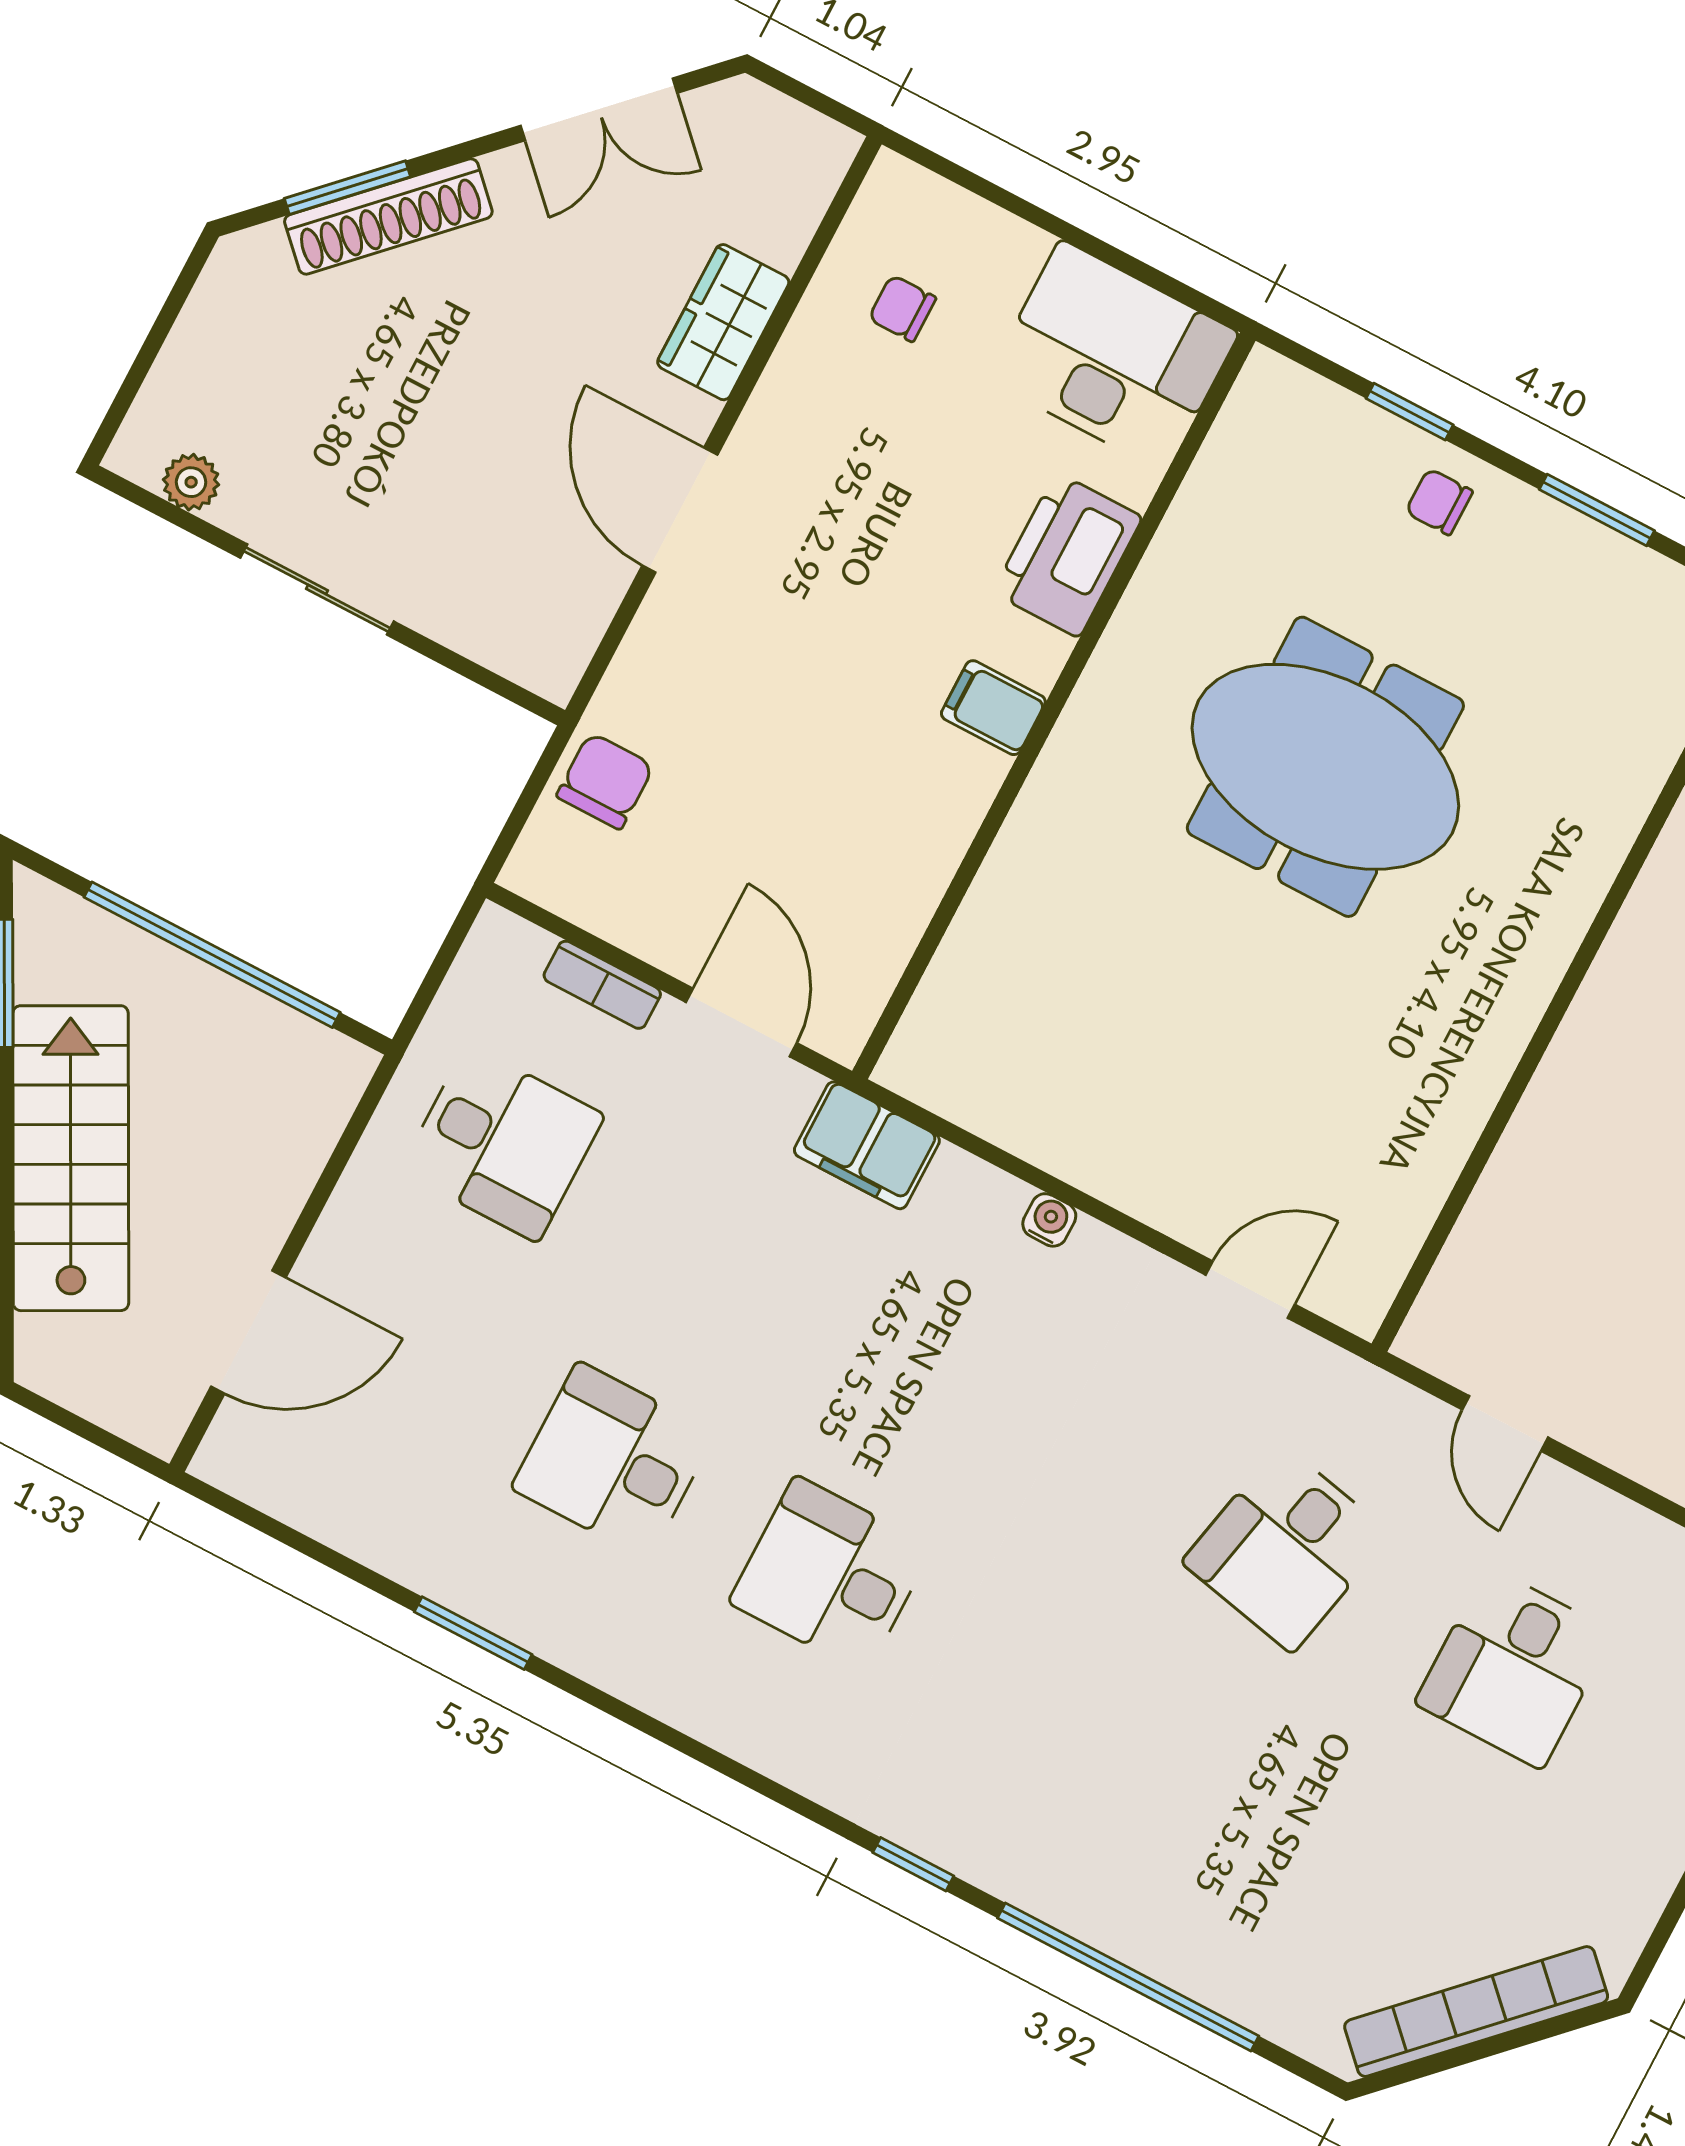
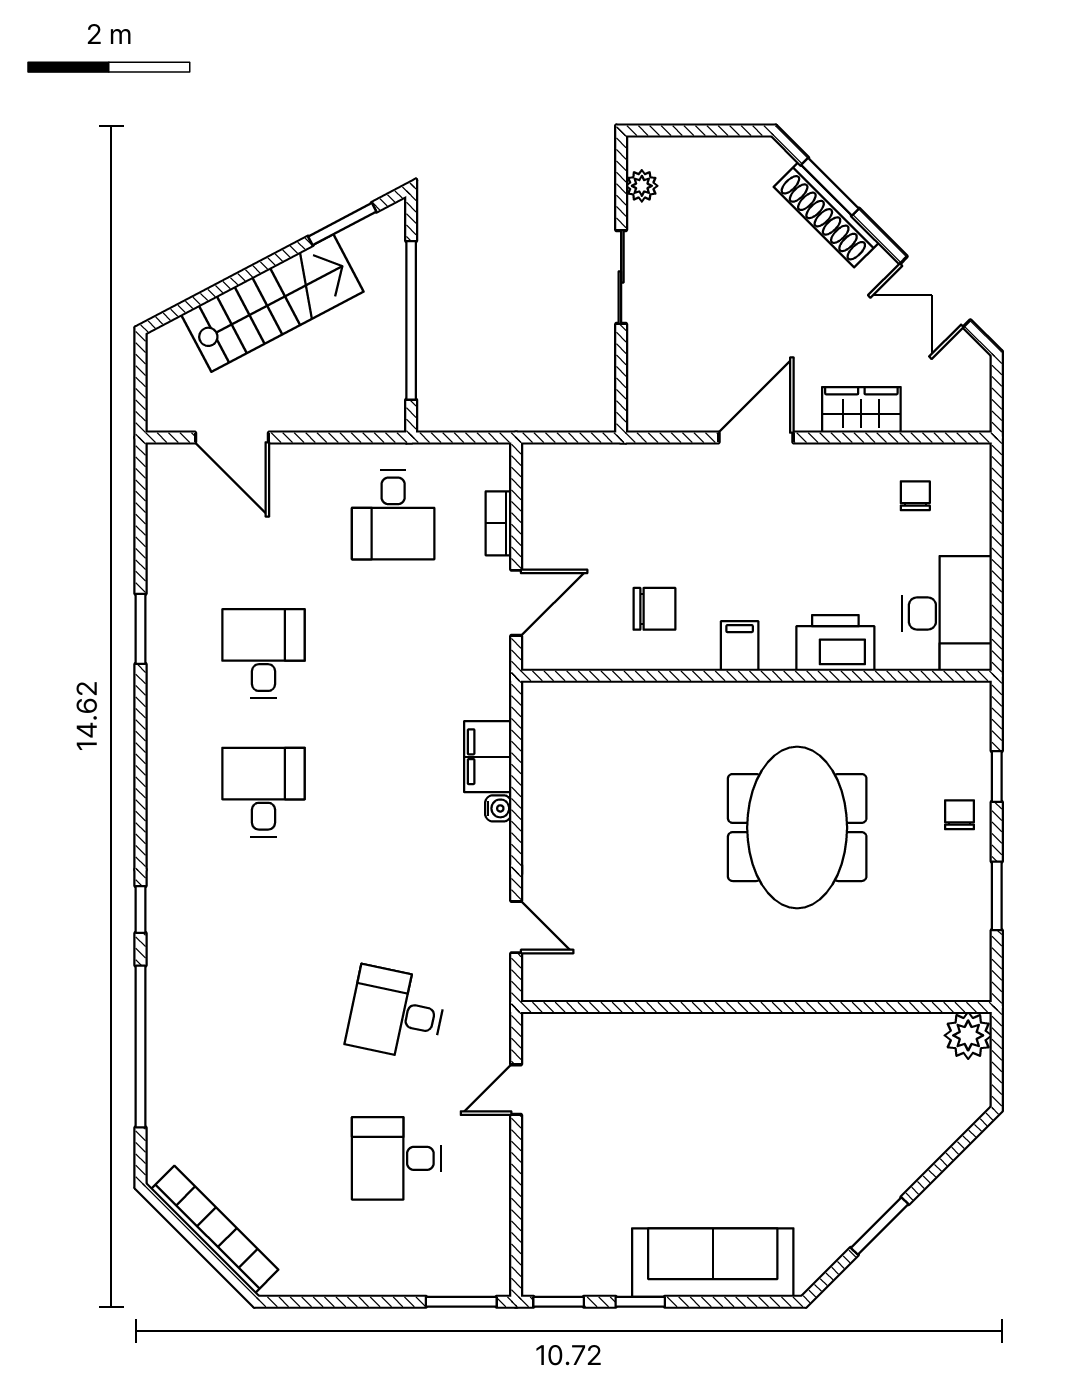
chair: (605, 781) -> (654, 609), moved
filing cabinet: (867, 1145) -> (488, 757), moved

